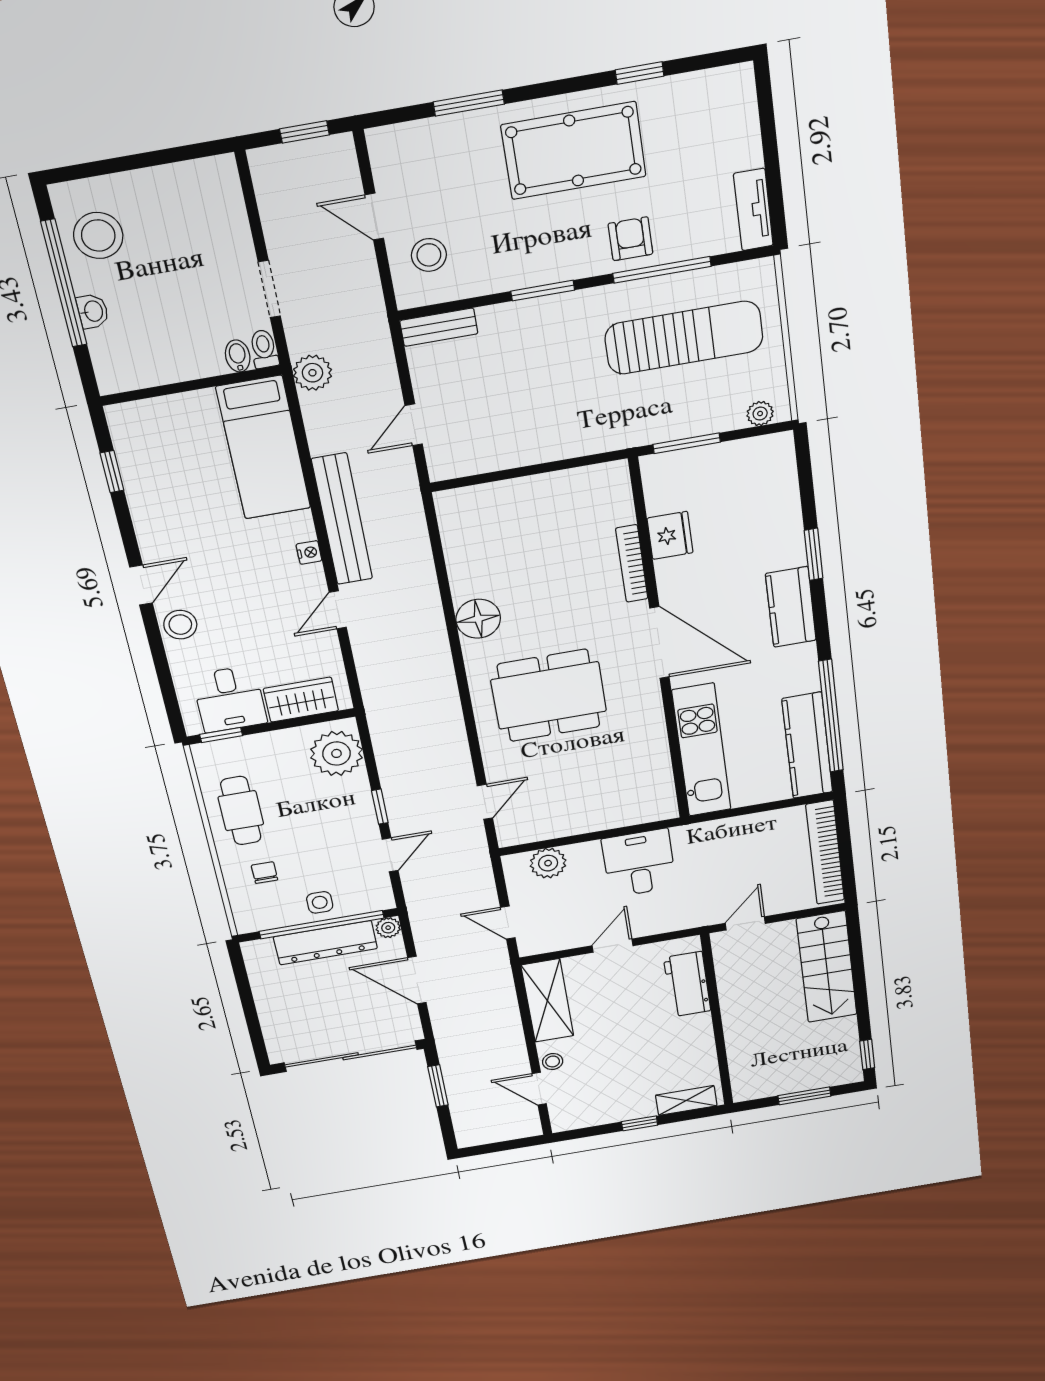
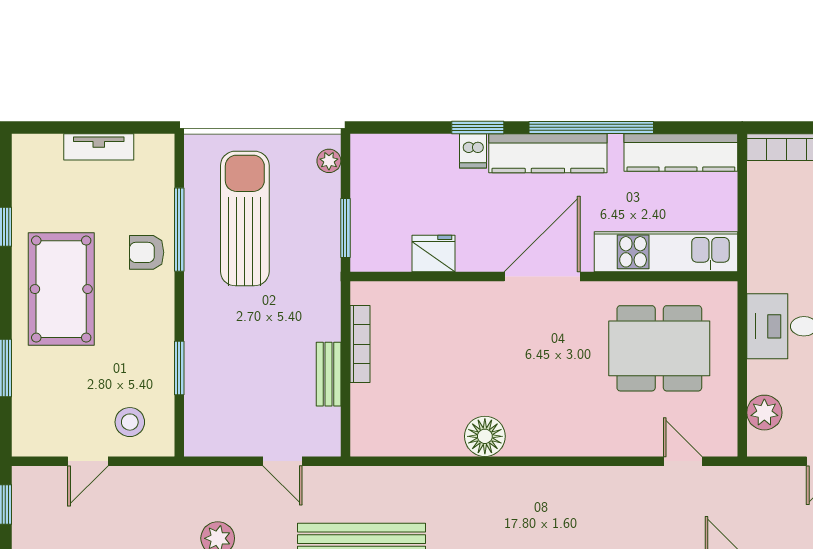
tv unit: (753, 210) -> (99, 147), moved
window: (543, 291) -> (179, 368), moved
bench: (439, 327) -> (329, 374), moved
dishwasher: (788, 554) -> (473, 151), added
bookcase: (632, 564) -> (360, 344), moved, turned -90
kitchen counter: (791, 607) -> (548, 153), width x1.50
dining table: (549, 695) -> (659, 348), moved, turned 90
window: (831, 716) -> (591, 127), moved

